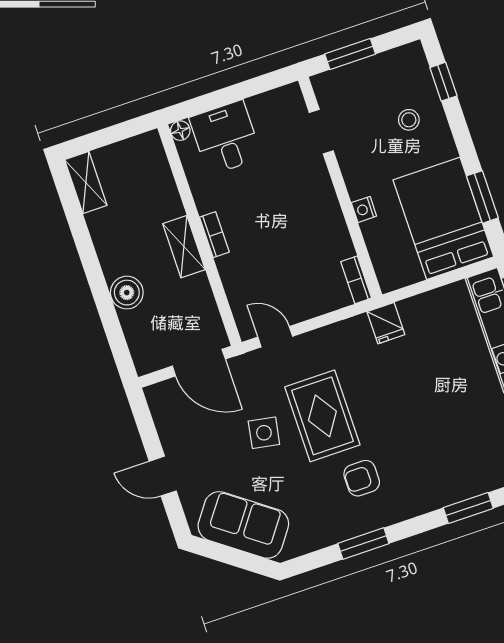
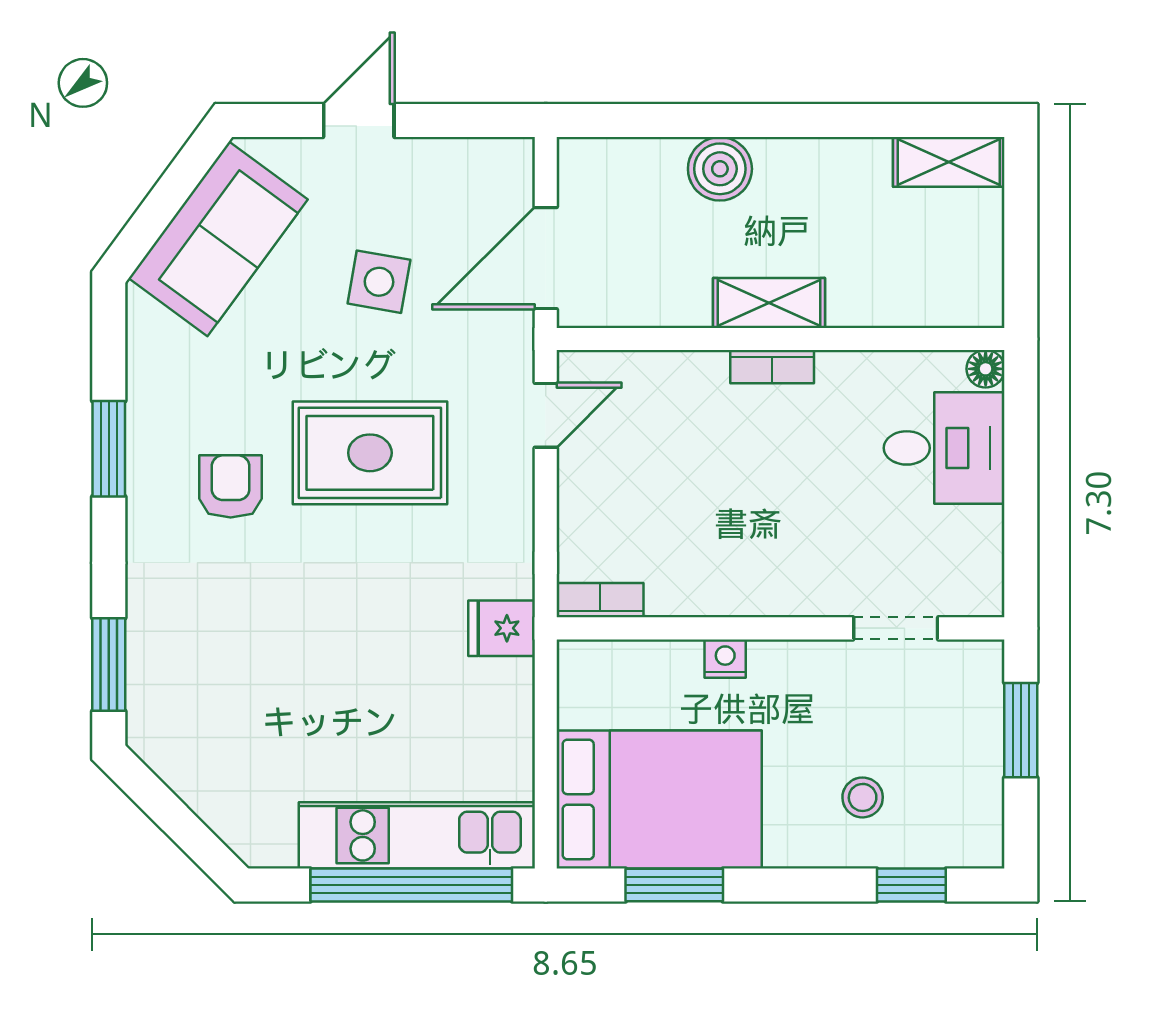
side table: (264, 433) -> (379, 282), moved

